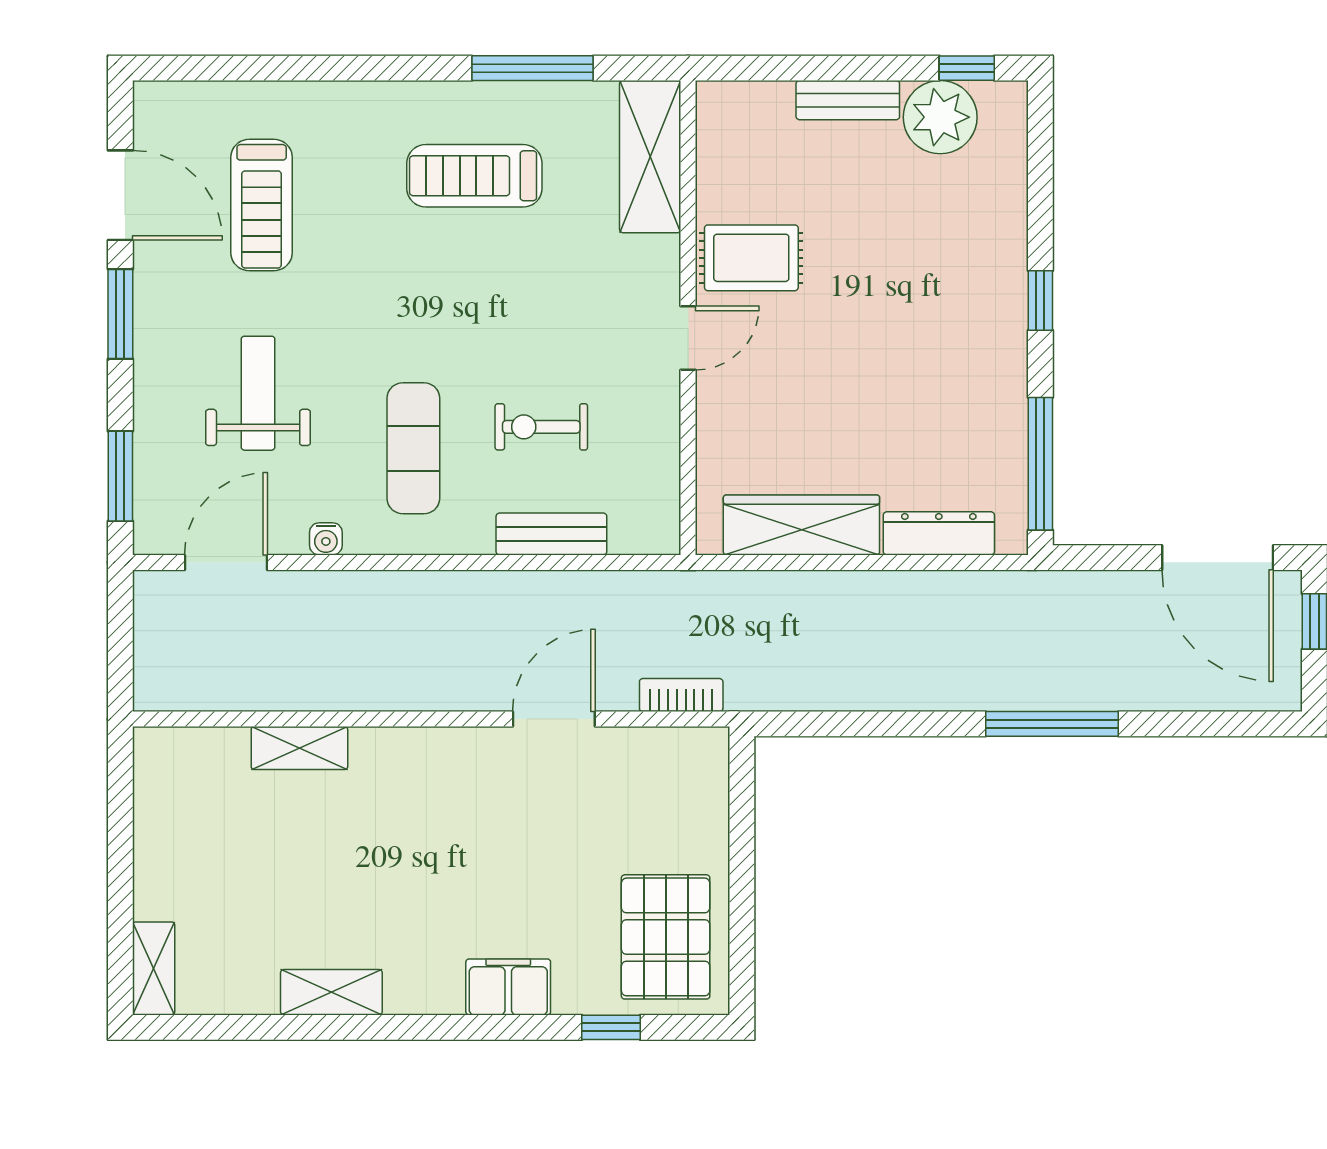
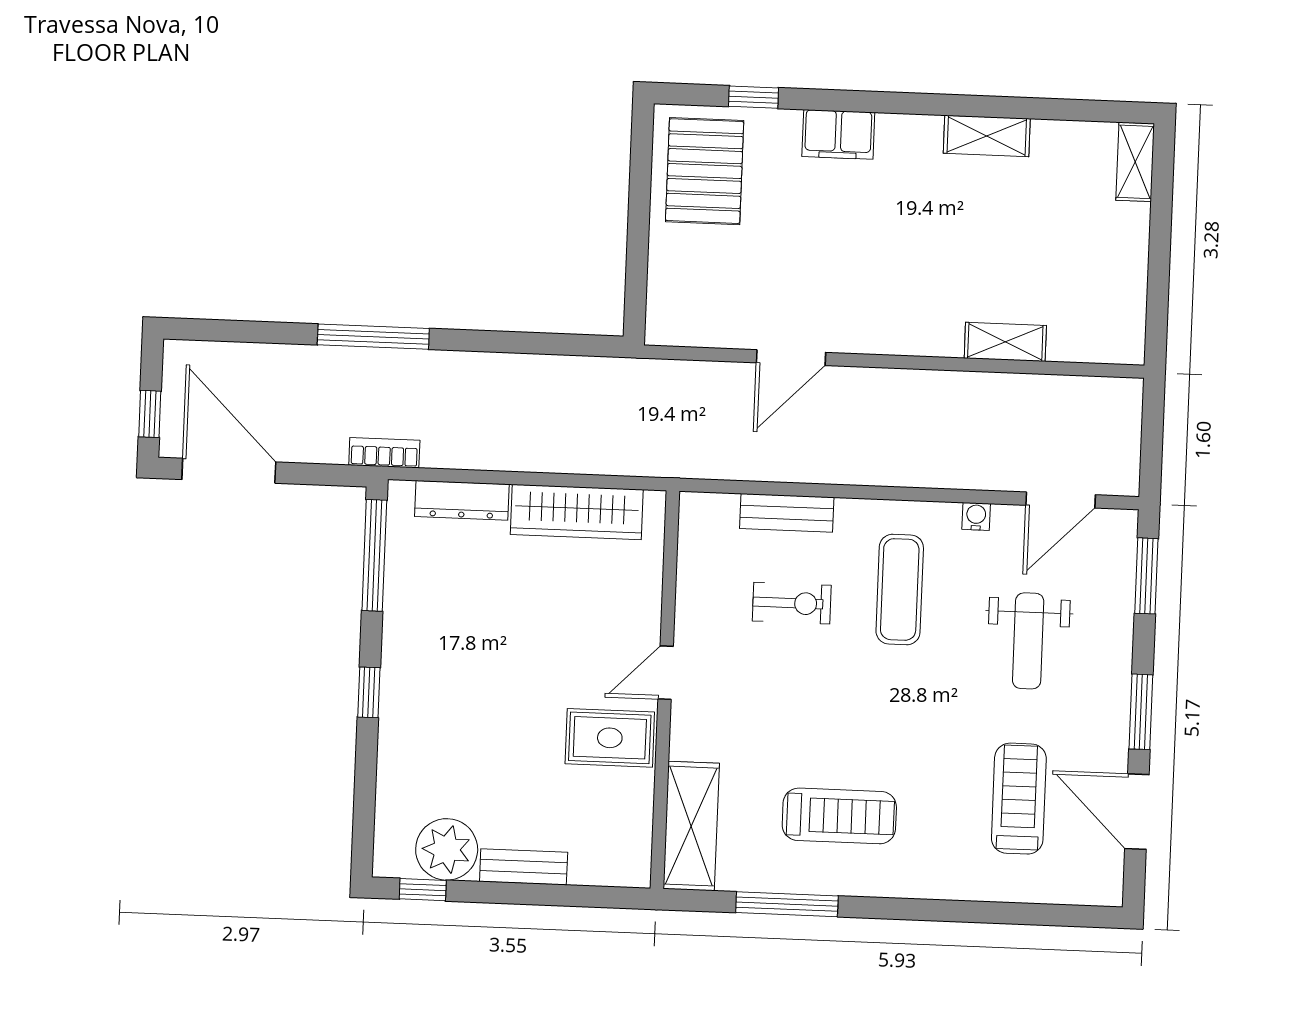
bookcase: (681, 695) -> (384, 453), moved, turned 180

